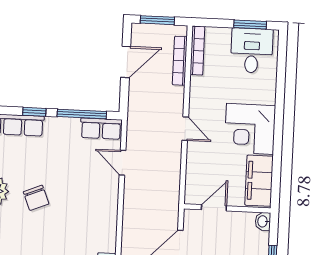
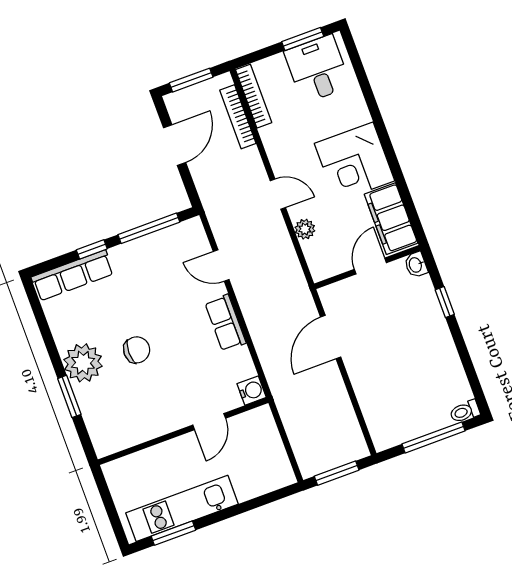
row of seats: (101, 129) -> (225, 323), moved, turned 90
plant: (194, 162) -> (305, 229), added
chair: (36, 198) -> (137, 350), turned -68
door: (214, 208) -> (370, 266), moved

